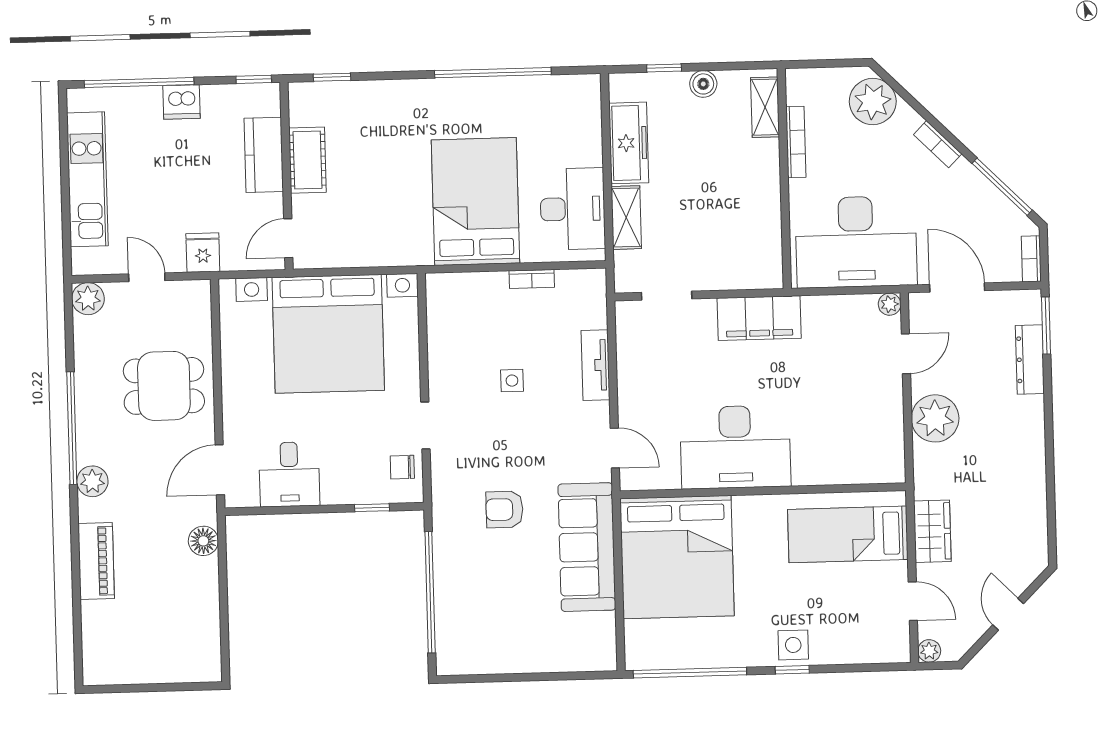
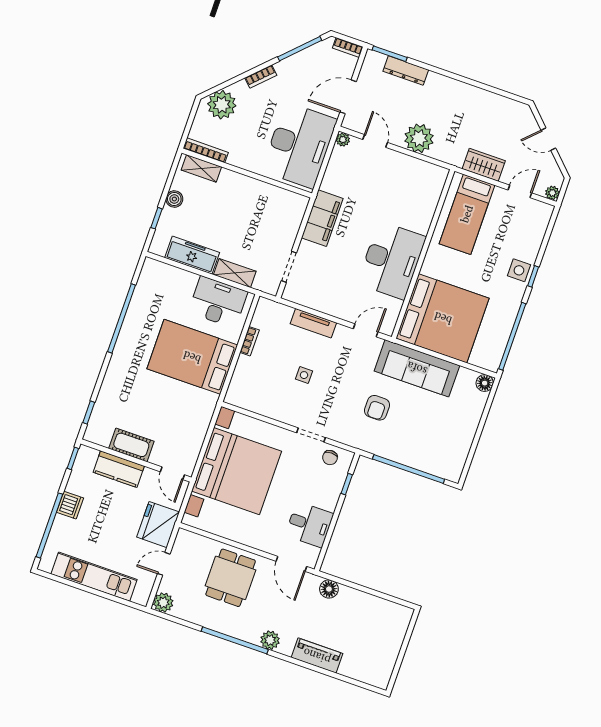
bookcase: (796, 142) -> (206, 150), moved
fridge: (203, 253) -> (158, 525), width x1.88, depth x1.34
floor lamp: (603, 658) -> (485, 383), added

